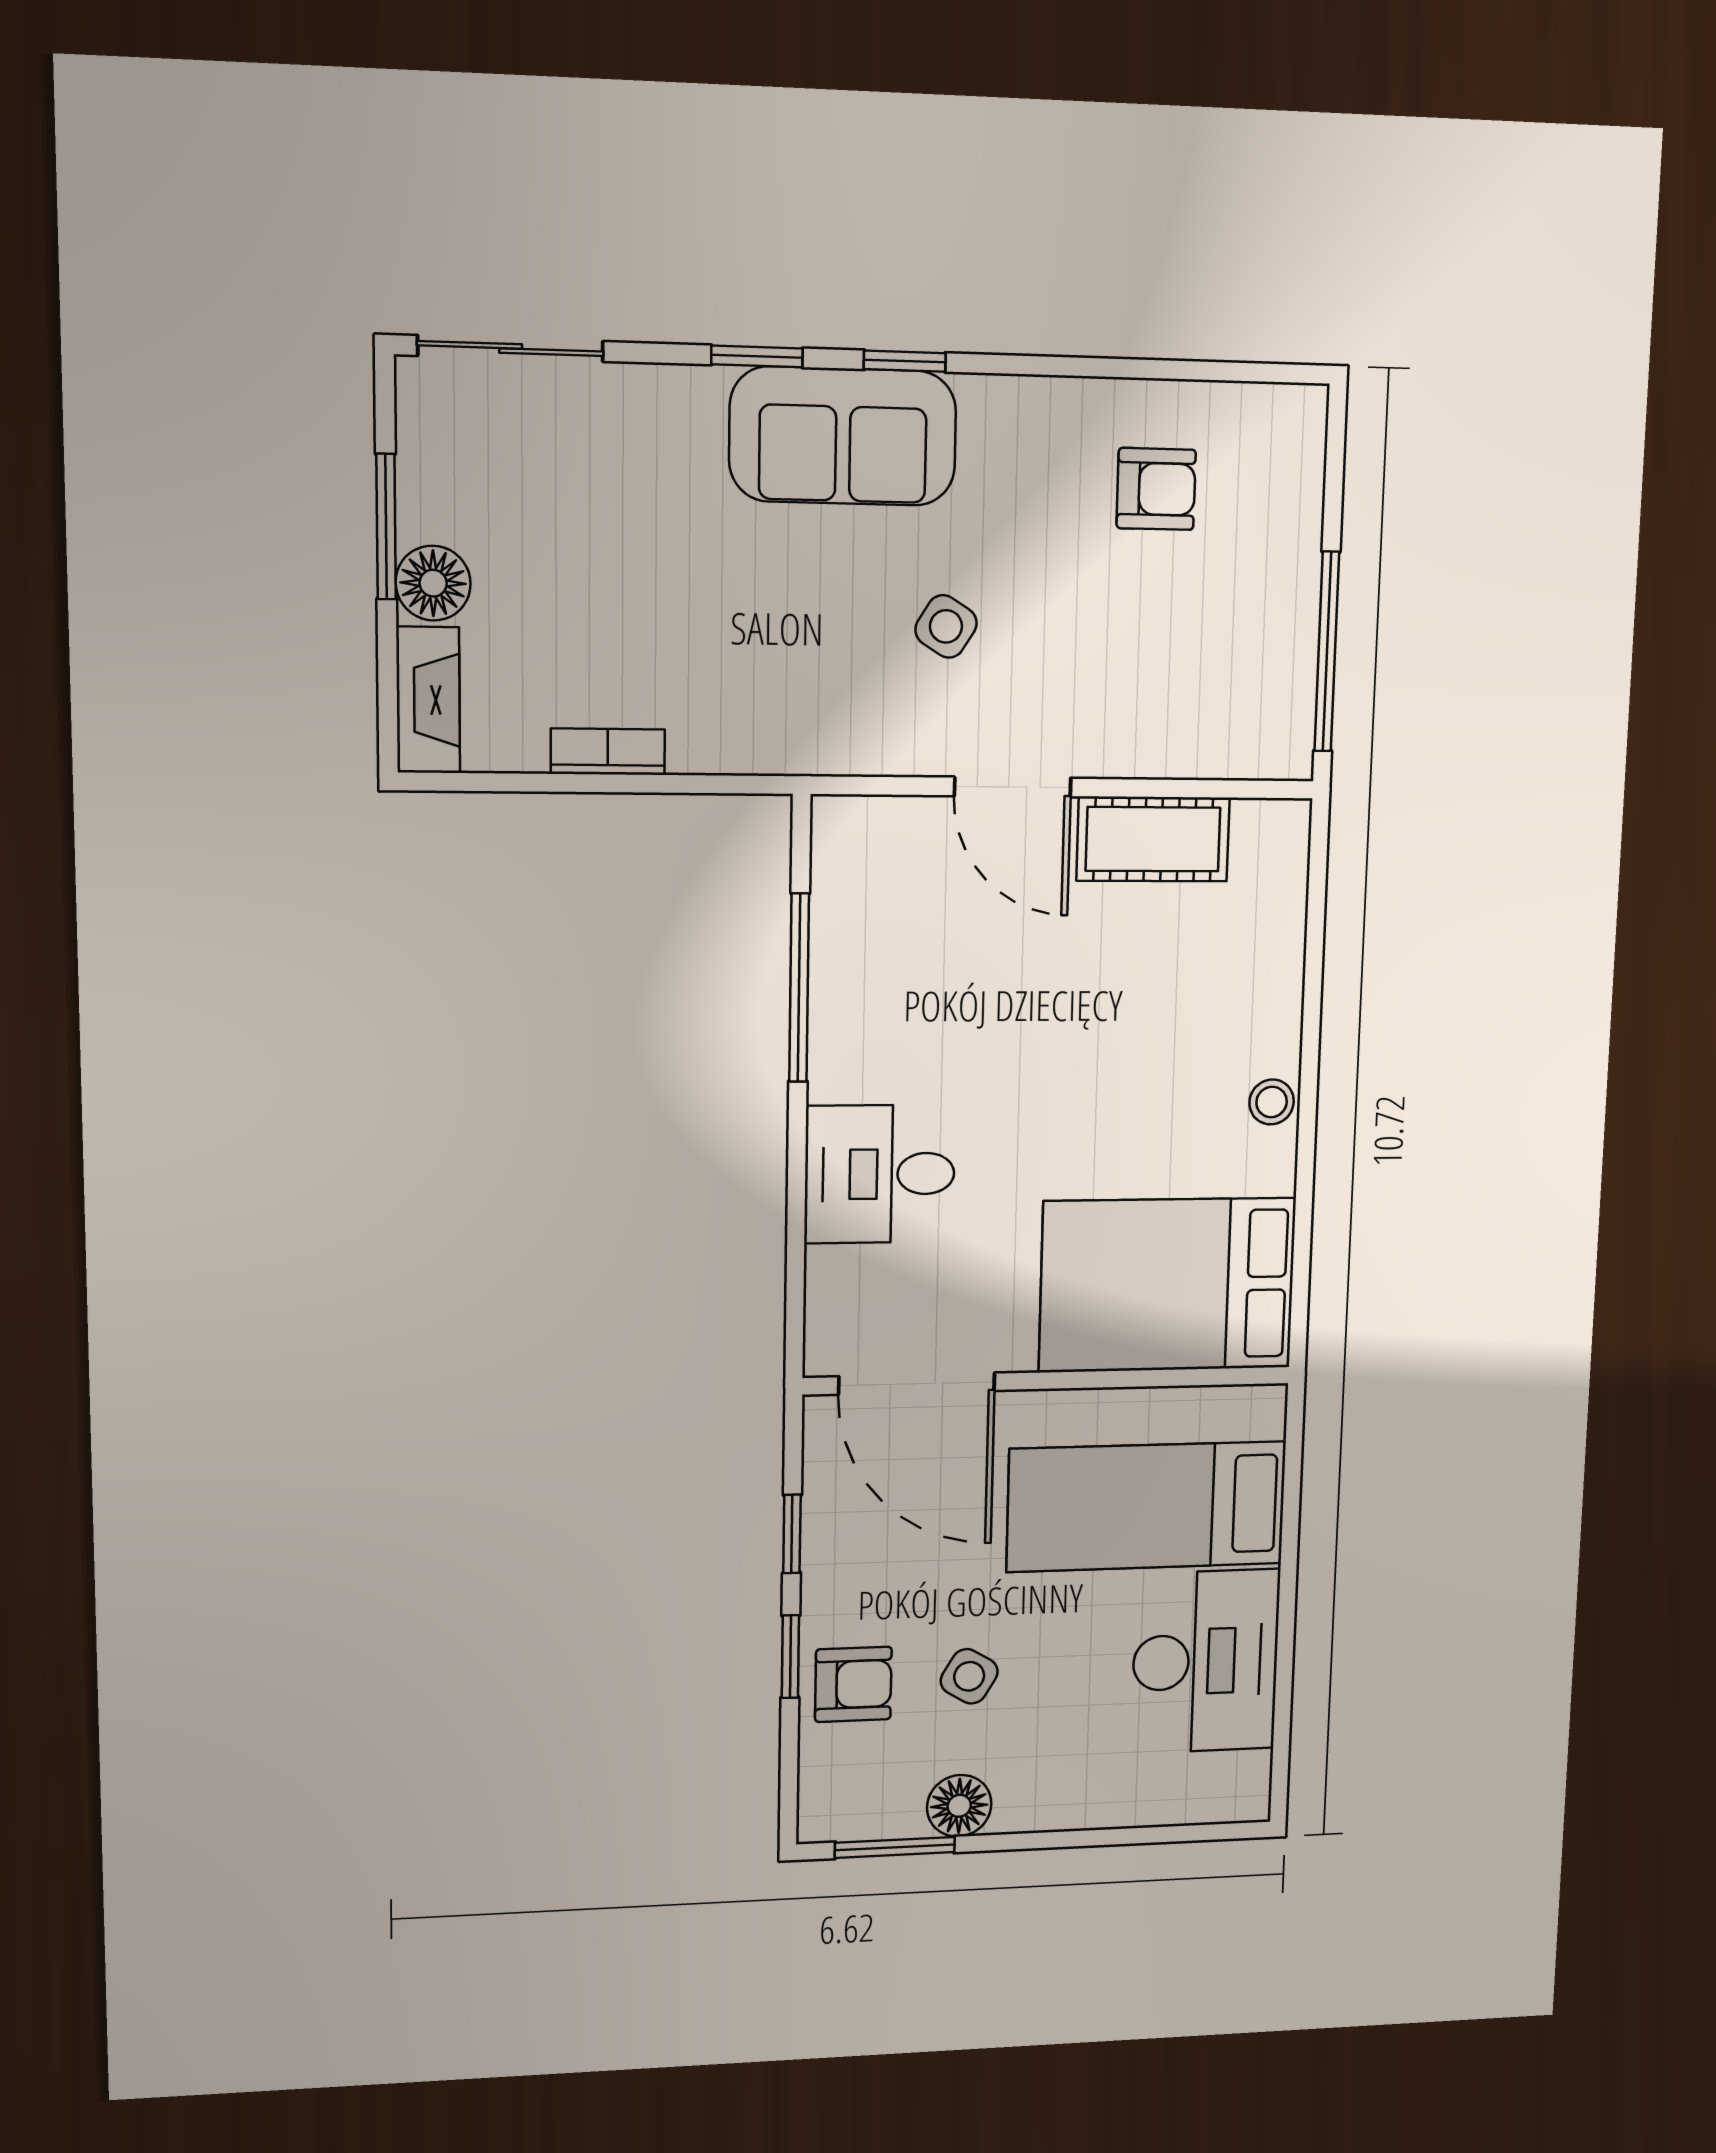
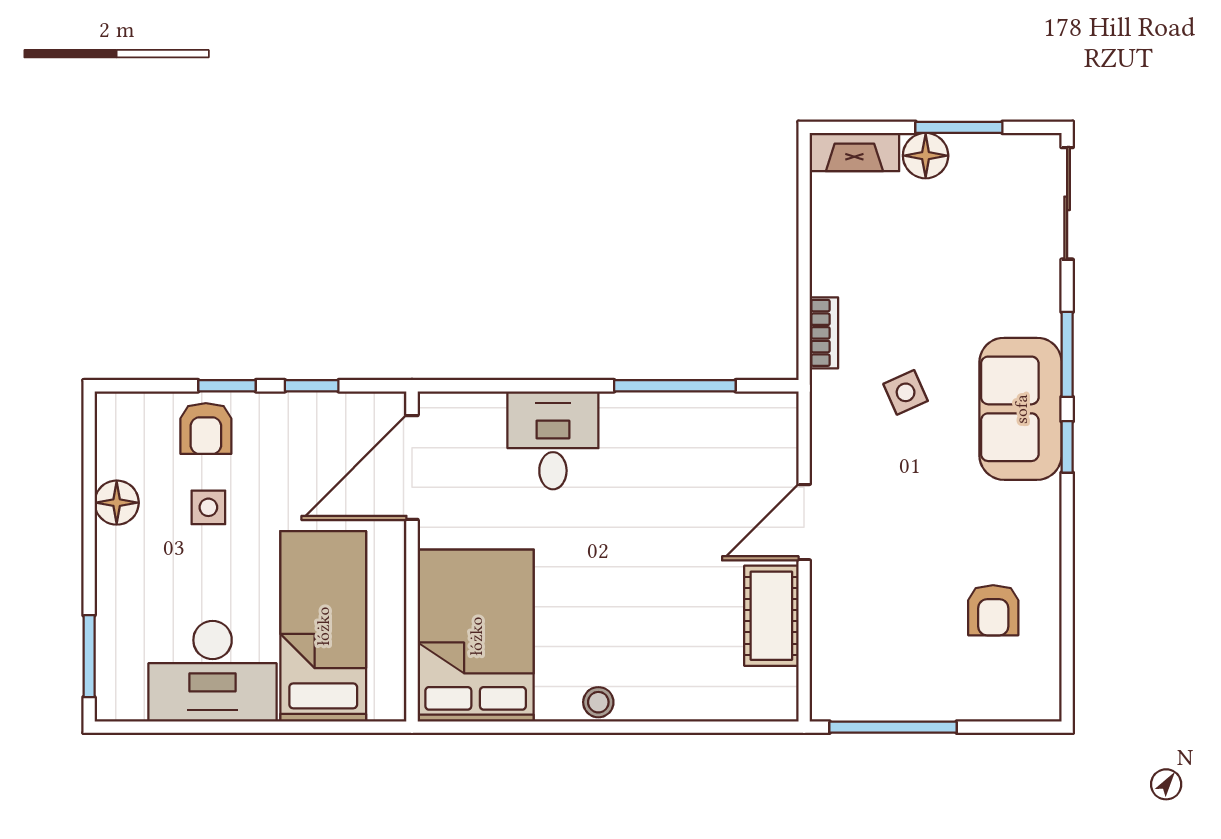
window: (757, 356) -> (1067, 354), width x1.50
side table: (946, 626) -> (906, 392), moved, turned 34
bookcase: (608, 752) -> (824, 333), moved
side table: (969, 1676) -> (208, 507), turned -31
window: (895, 1847) -> (89, 656), moved

